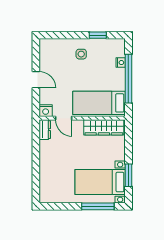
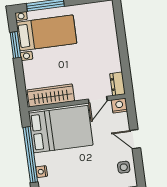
side table: (81, 54) -> (124, 167), moved
bed: (99, 103) -> (61, 129), width x1.50
door: (64, 118) -> (98, 100), swing flipped

